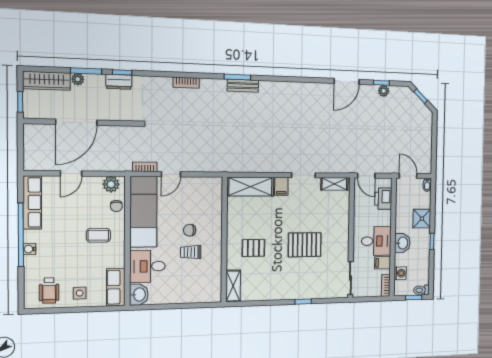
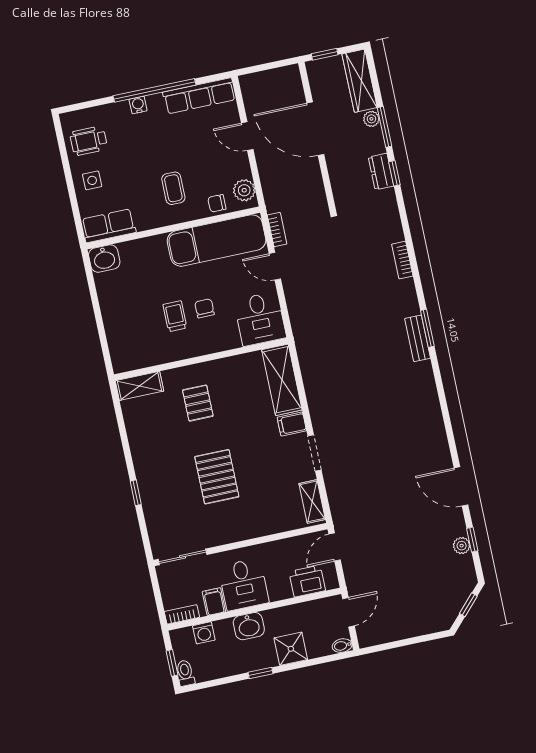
desk: (148, 266) -> (260, 319), moved, turned 180

